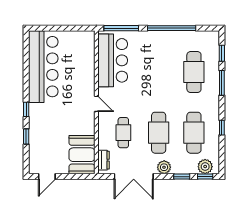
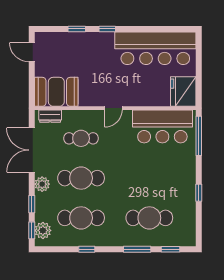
window: (172, 28) -> (199, 193), width x0.32
fridge: (82, 42) -> (183, 91), added

